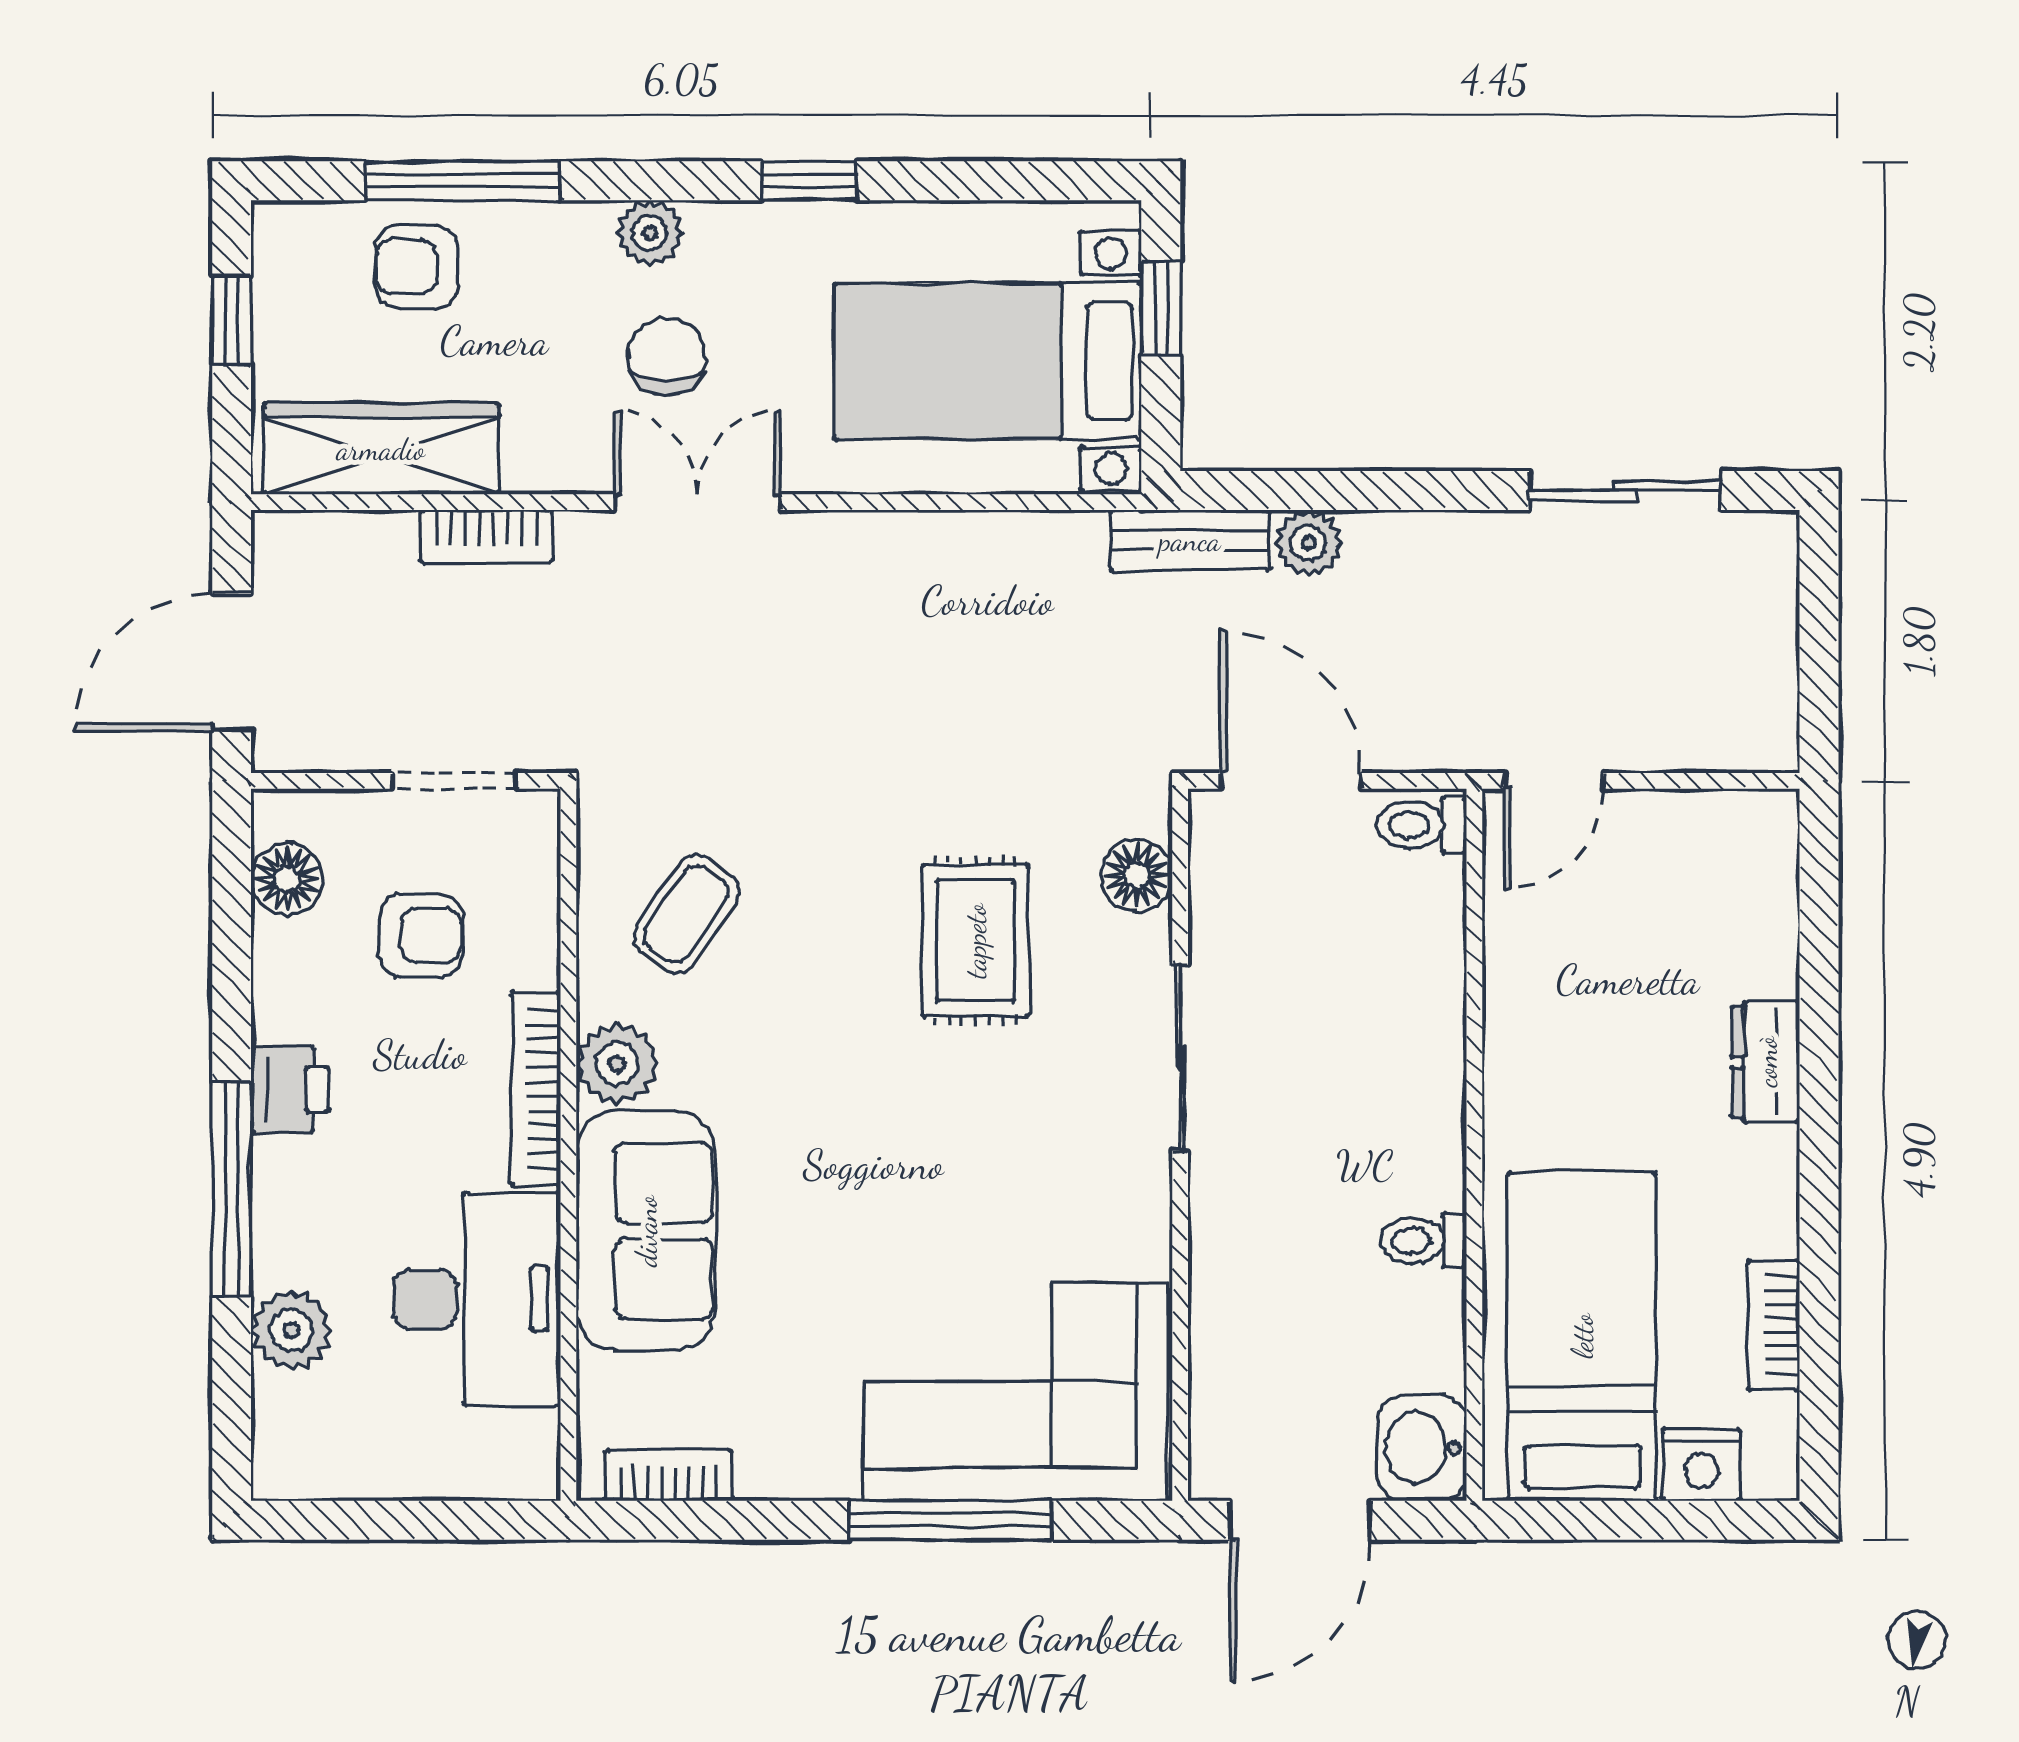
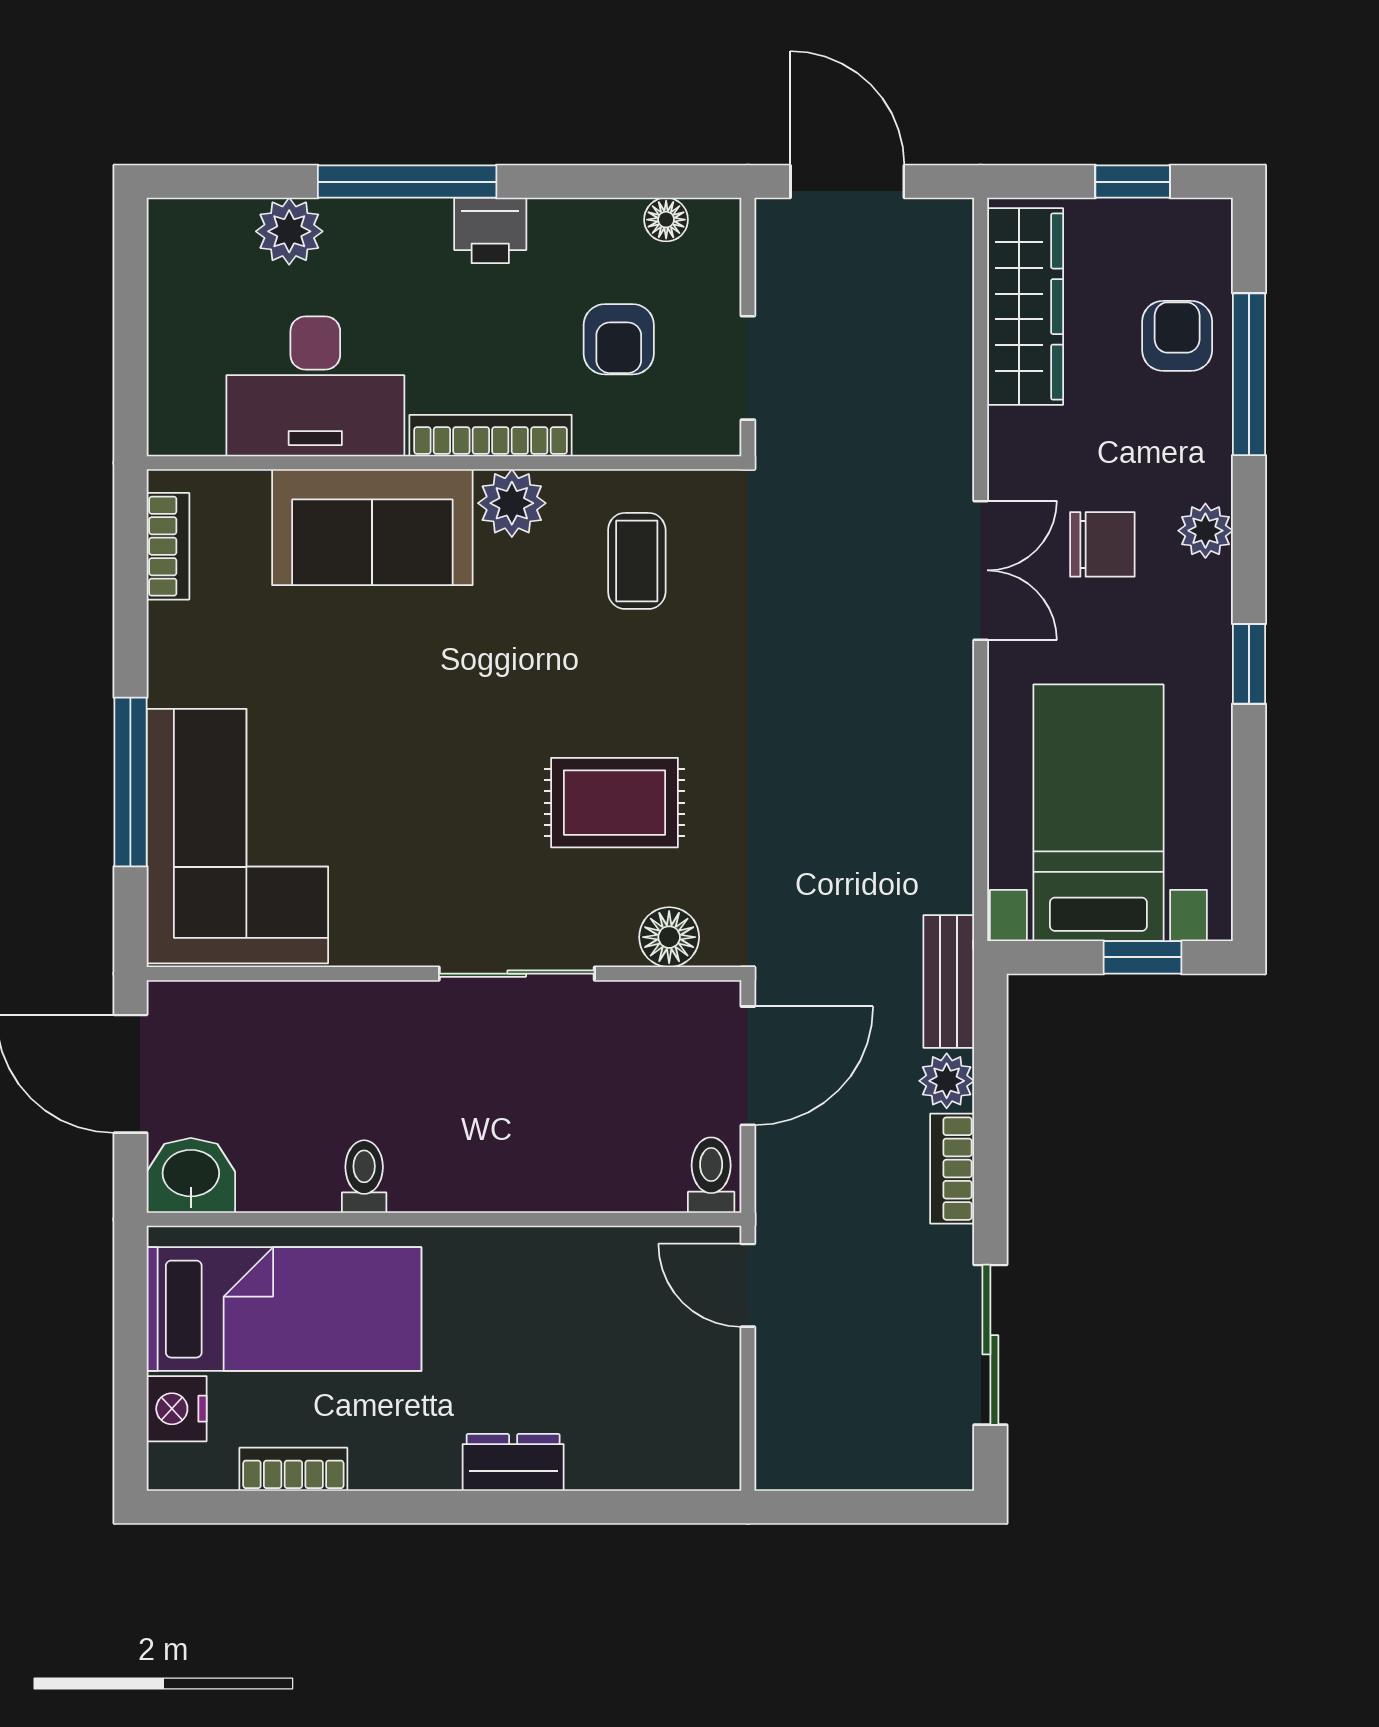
bookcase: (486, 536) -> (952, 1169), moved
floor lamp: (287, 879) -> (666, 220), width x0.73, depth x0.73
coffee table: (686, 914) -> (637, 561), turned 56

